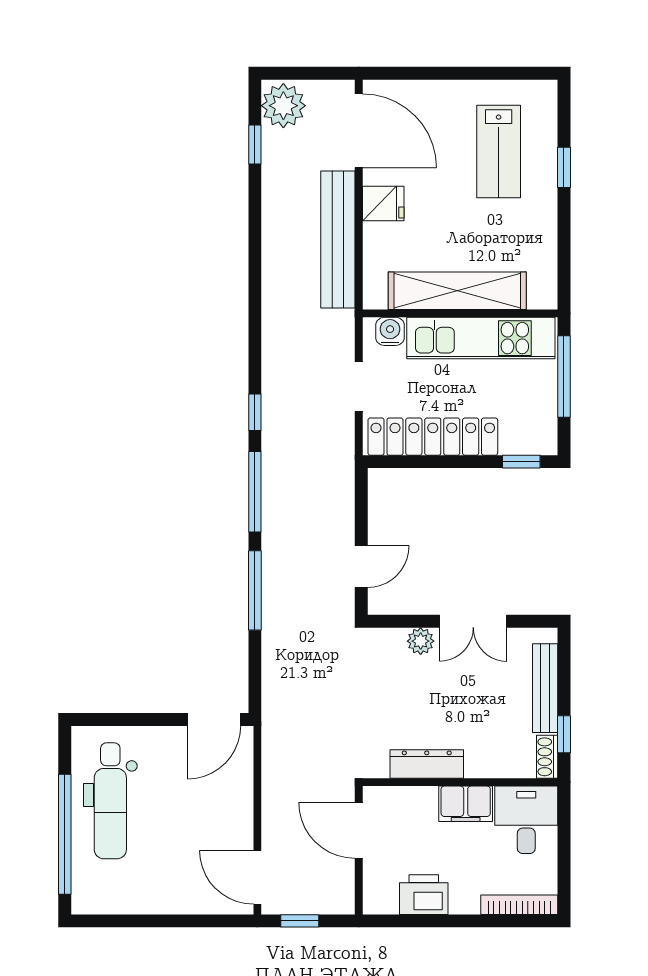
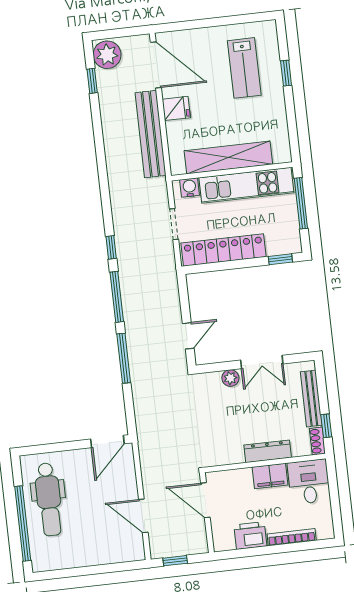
dresser: (427, 764) -> (268, 451), moved
door: (257, 877) -> (143, 516), moved
bookcase: (519, 905) -> (292, 537), moved

